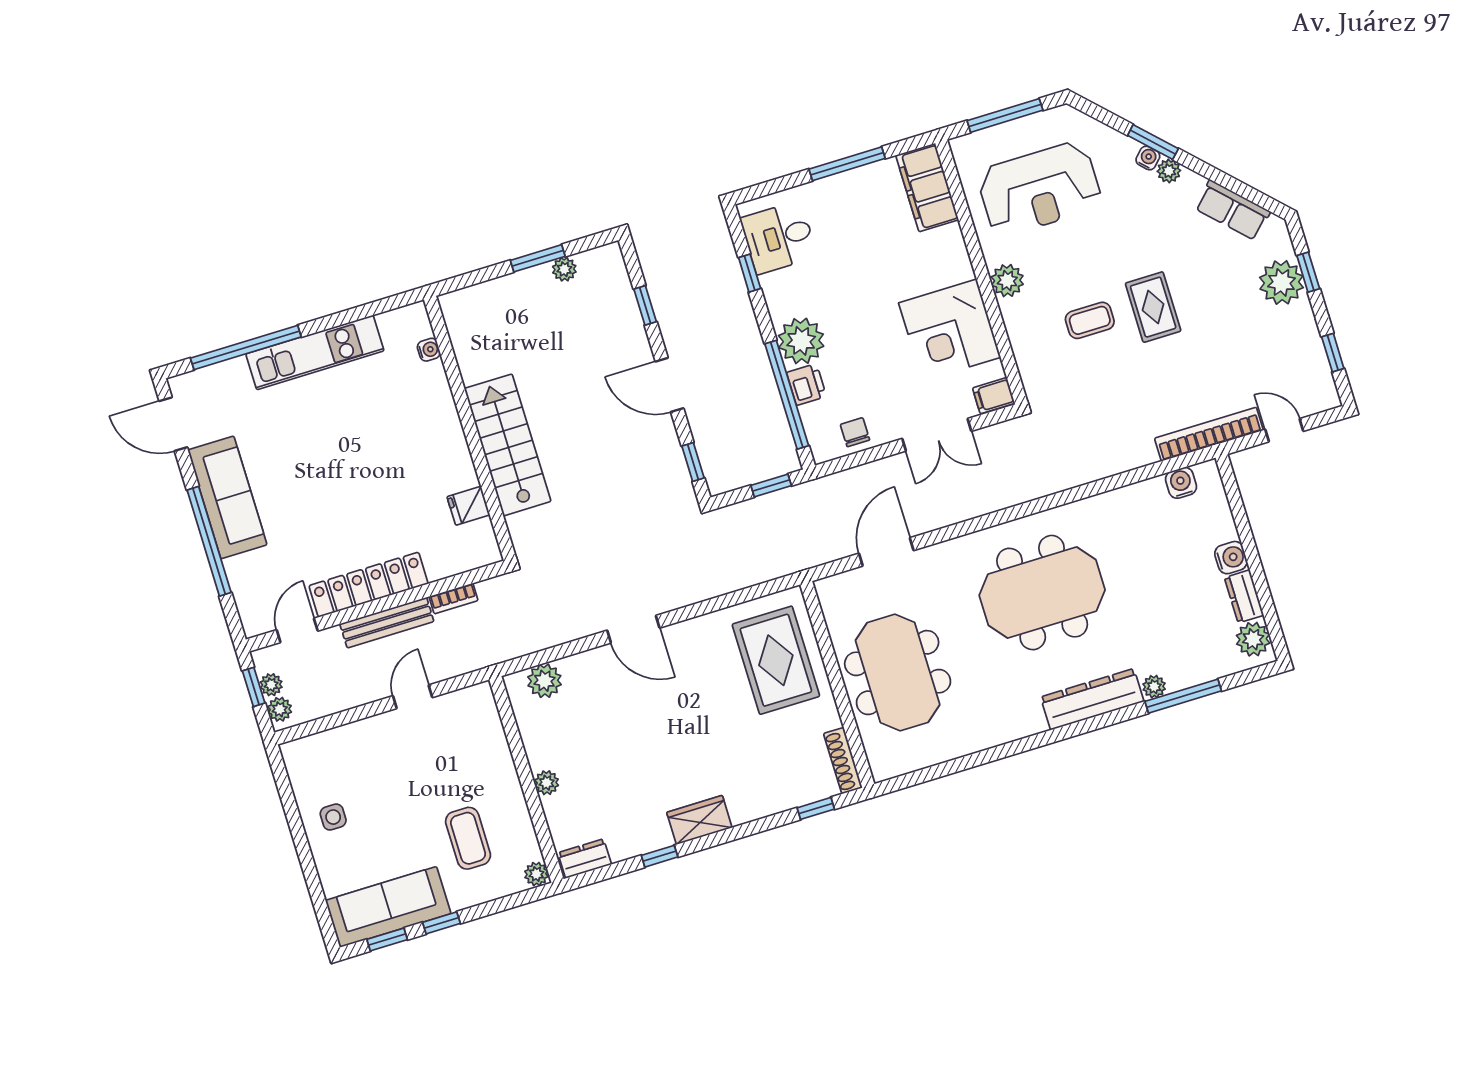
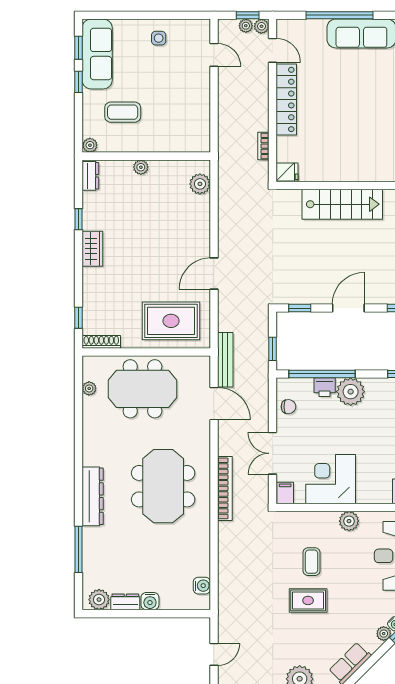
bookcase: (1209, 434) -> (225, 488), moved
fridge: (468, 506) -> (287, 172), moved, turned 90
bench: (387, 623) -> (225, 360), moved
door: (633, 629) -> (214, 274), moved
plant: (1154, 687) -> (89, 388), moved
door: (413, 697) -> (214, 55), moved
plant: (280, 709) -> (261, 26), moved

